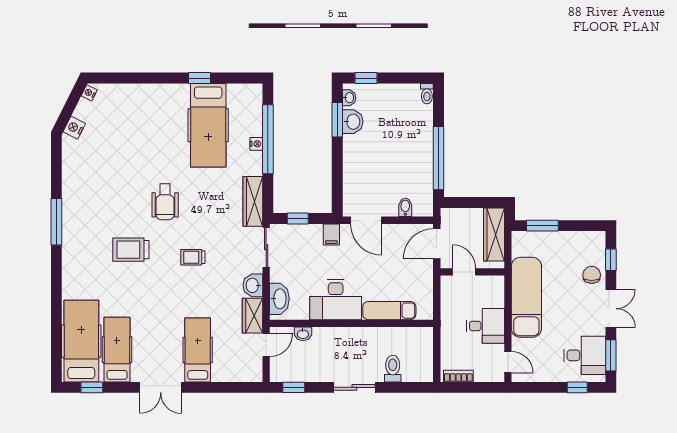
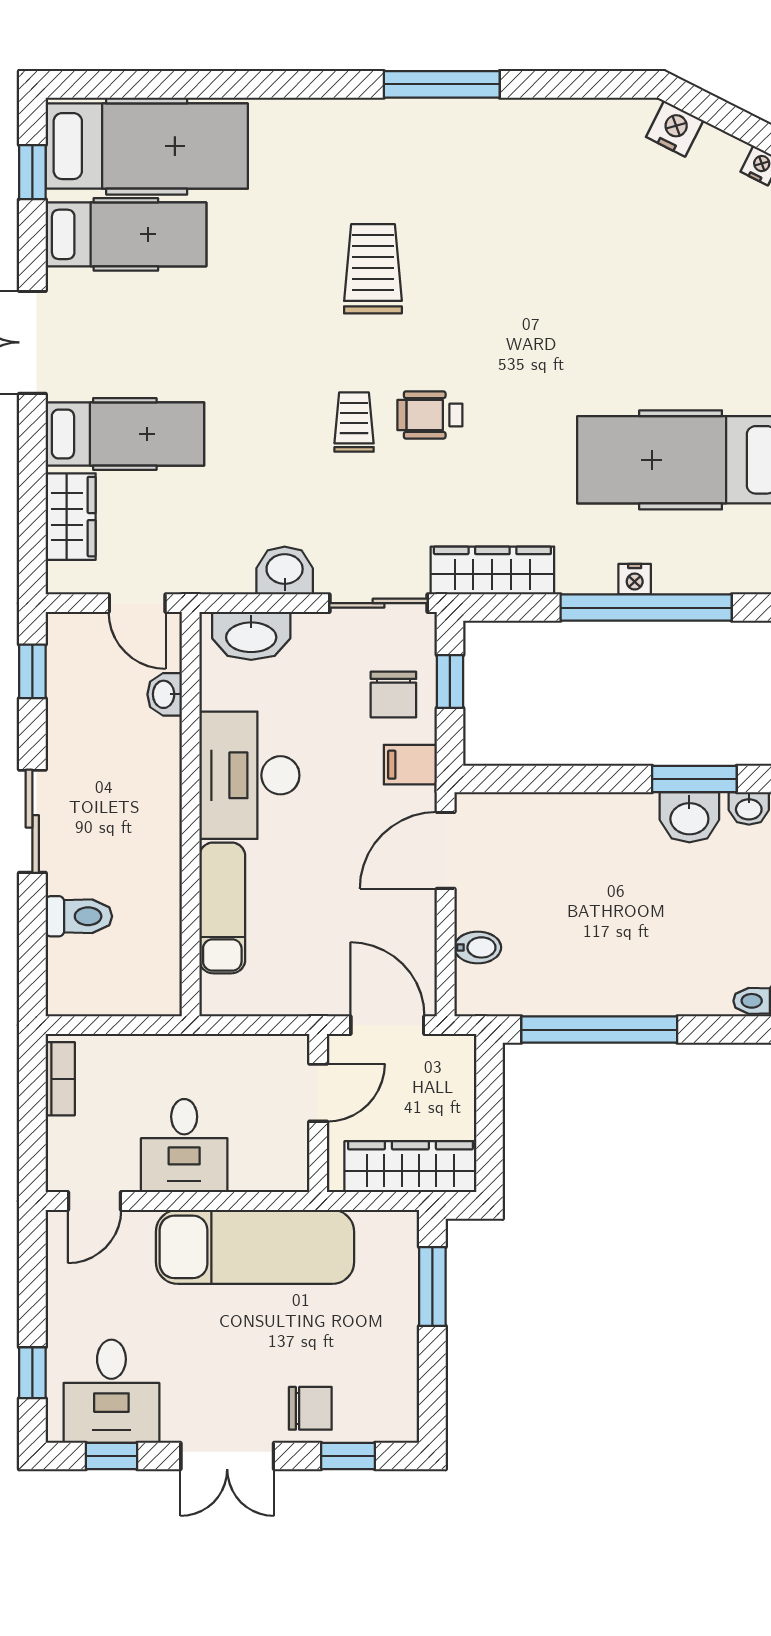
wheelchair: (165, 202) -> (430, 415), moved, width x0.73, depth x0.73
chair: (303, 241) -> (393, 694), added
wardrobe: (252, 316) -> (71, 517), moved, turned 90
window: (611, 355) -> (111, 1456), width x0.67

